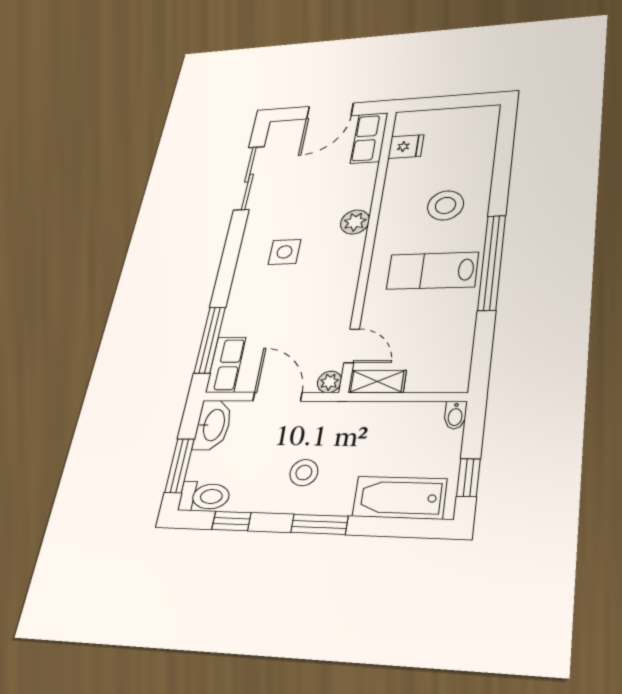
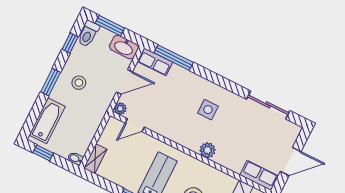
door: (330, 111) -> (291, 161), swing flipped
shelving: (377, 382) -> (95, 159), moved

